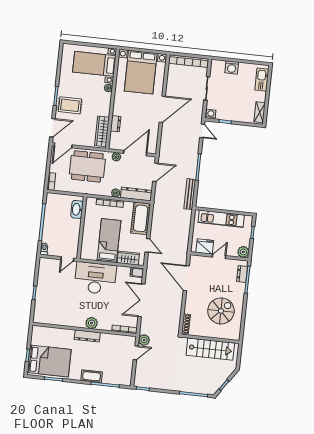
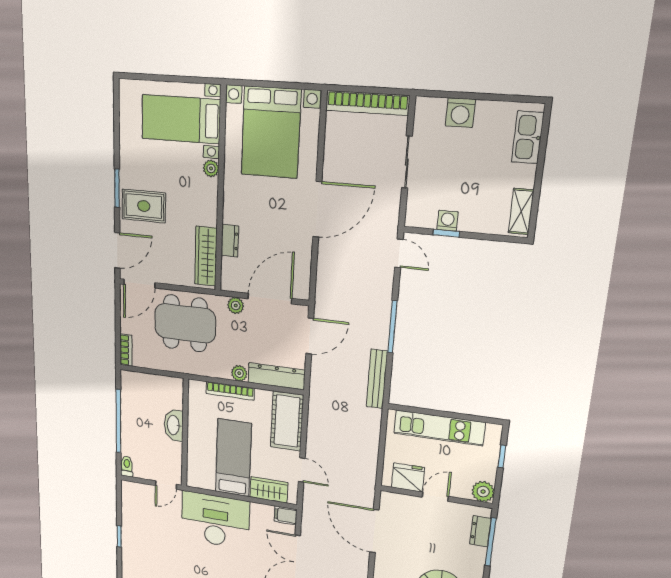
washing machine: (211, 114) -> (448, 221), moved
washbasin: (77, 209) -> (174, 425), moved

